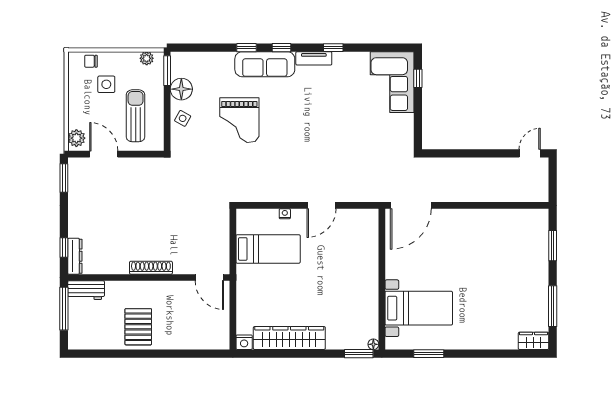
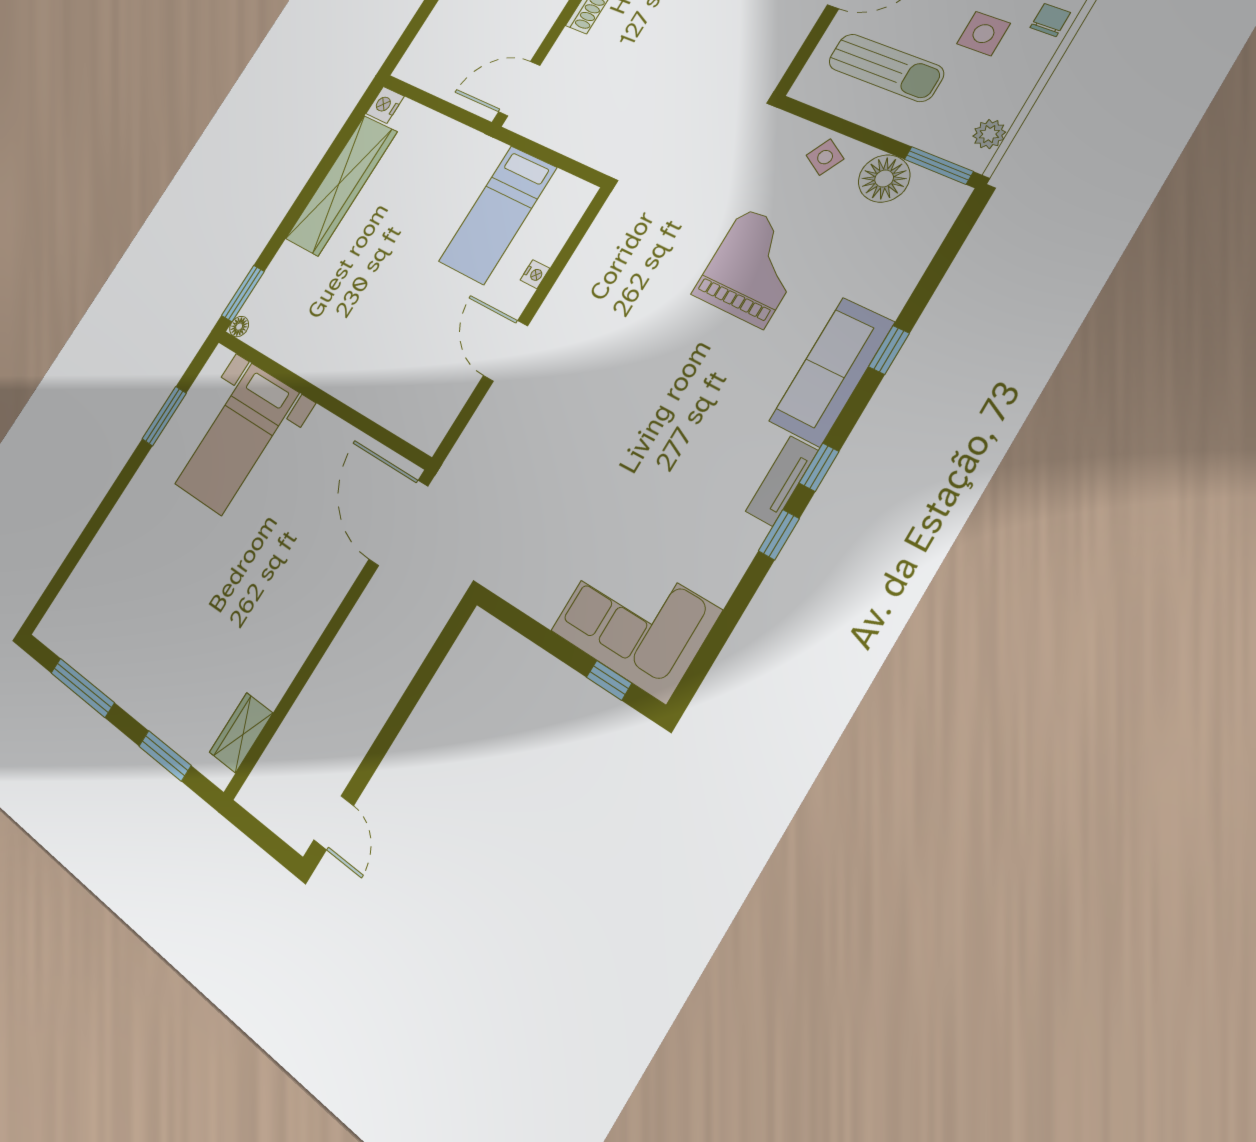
window: (281, 48) -> (819, 467), moved
grand piano: (239, 120) -> (754, 267), turned 90
wardrobe: (533, 341) -> (241, 733), moved, turned 180

